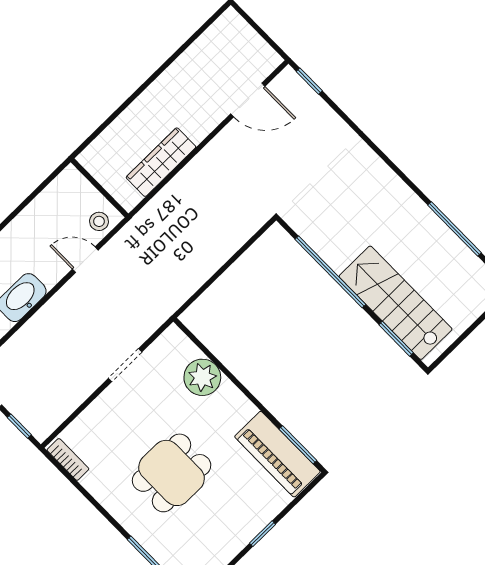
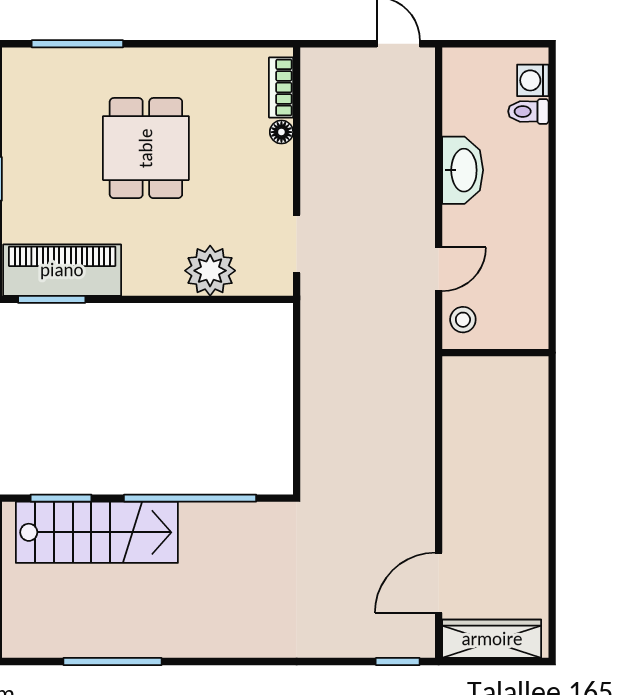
wardrobe: (161, 162) -> (492, 639), moved, turned -90
doorway: (125, 365) -> (297, 244), moved
floor lamp: (94, 411) -> (281, 132), added
window: (19, 426) -> (339, 44), removed
bookcase: (68, 459) -> (281, 87), moved, turned 90

